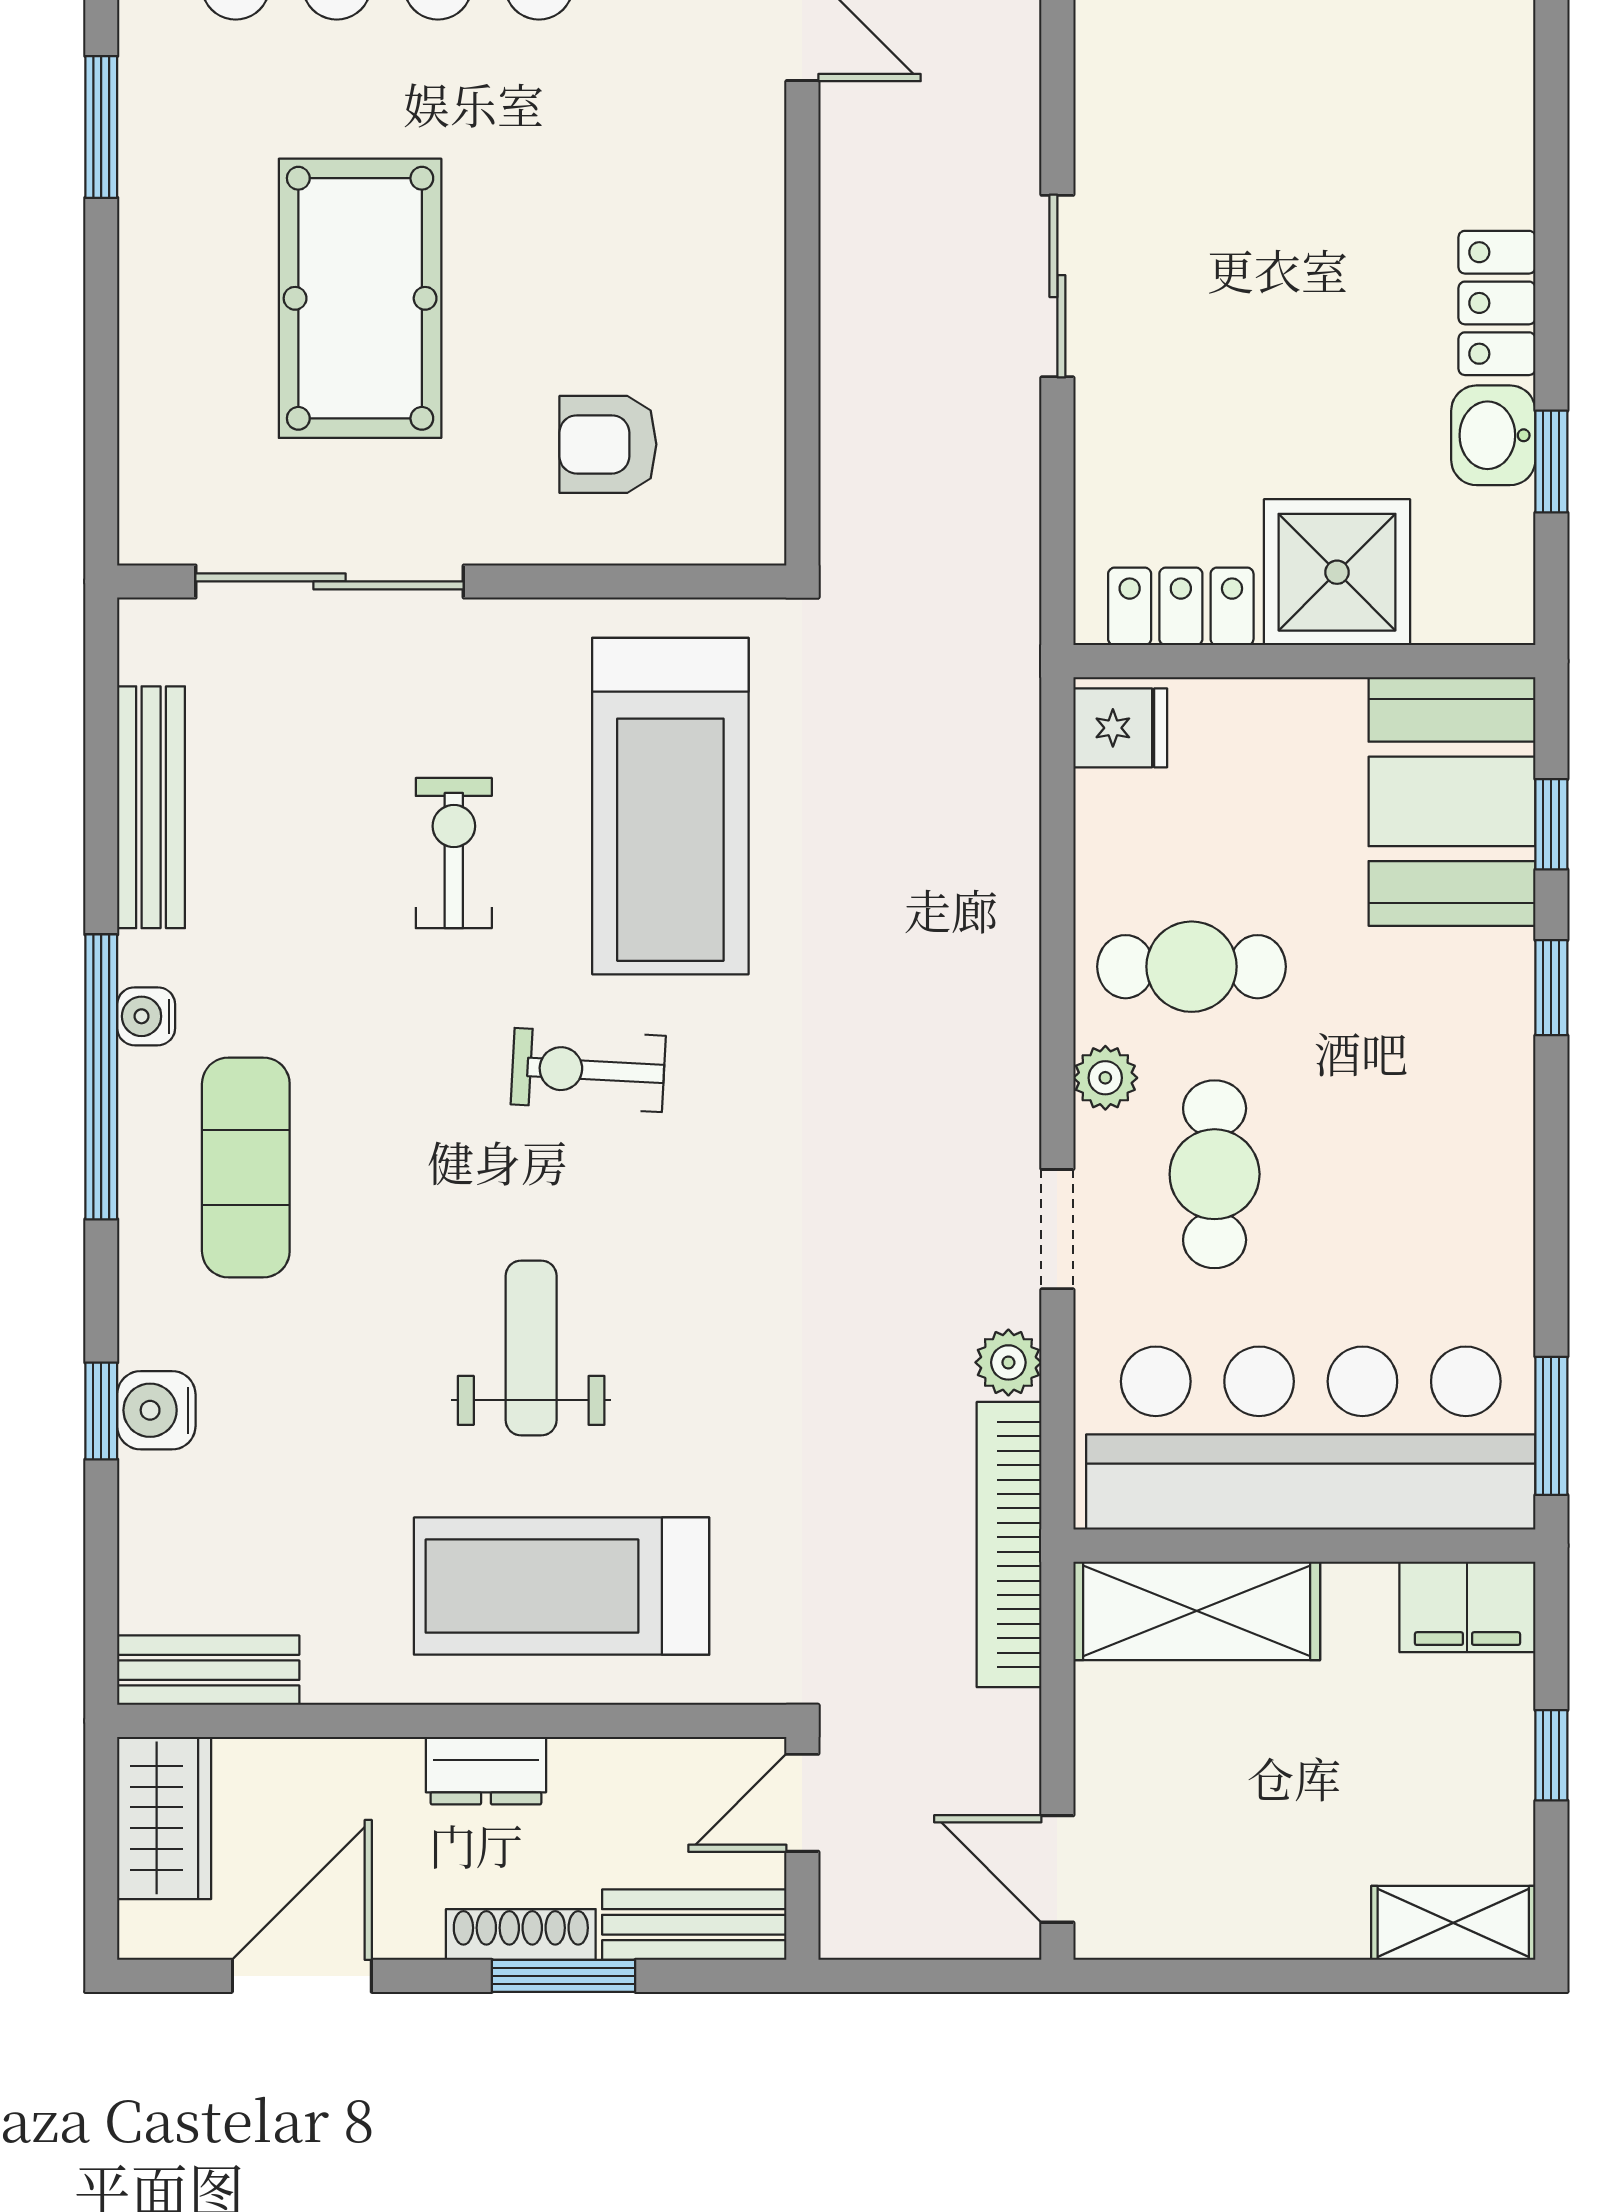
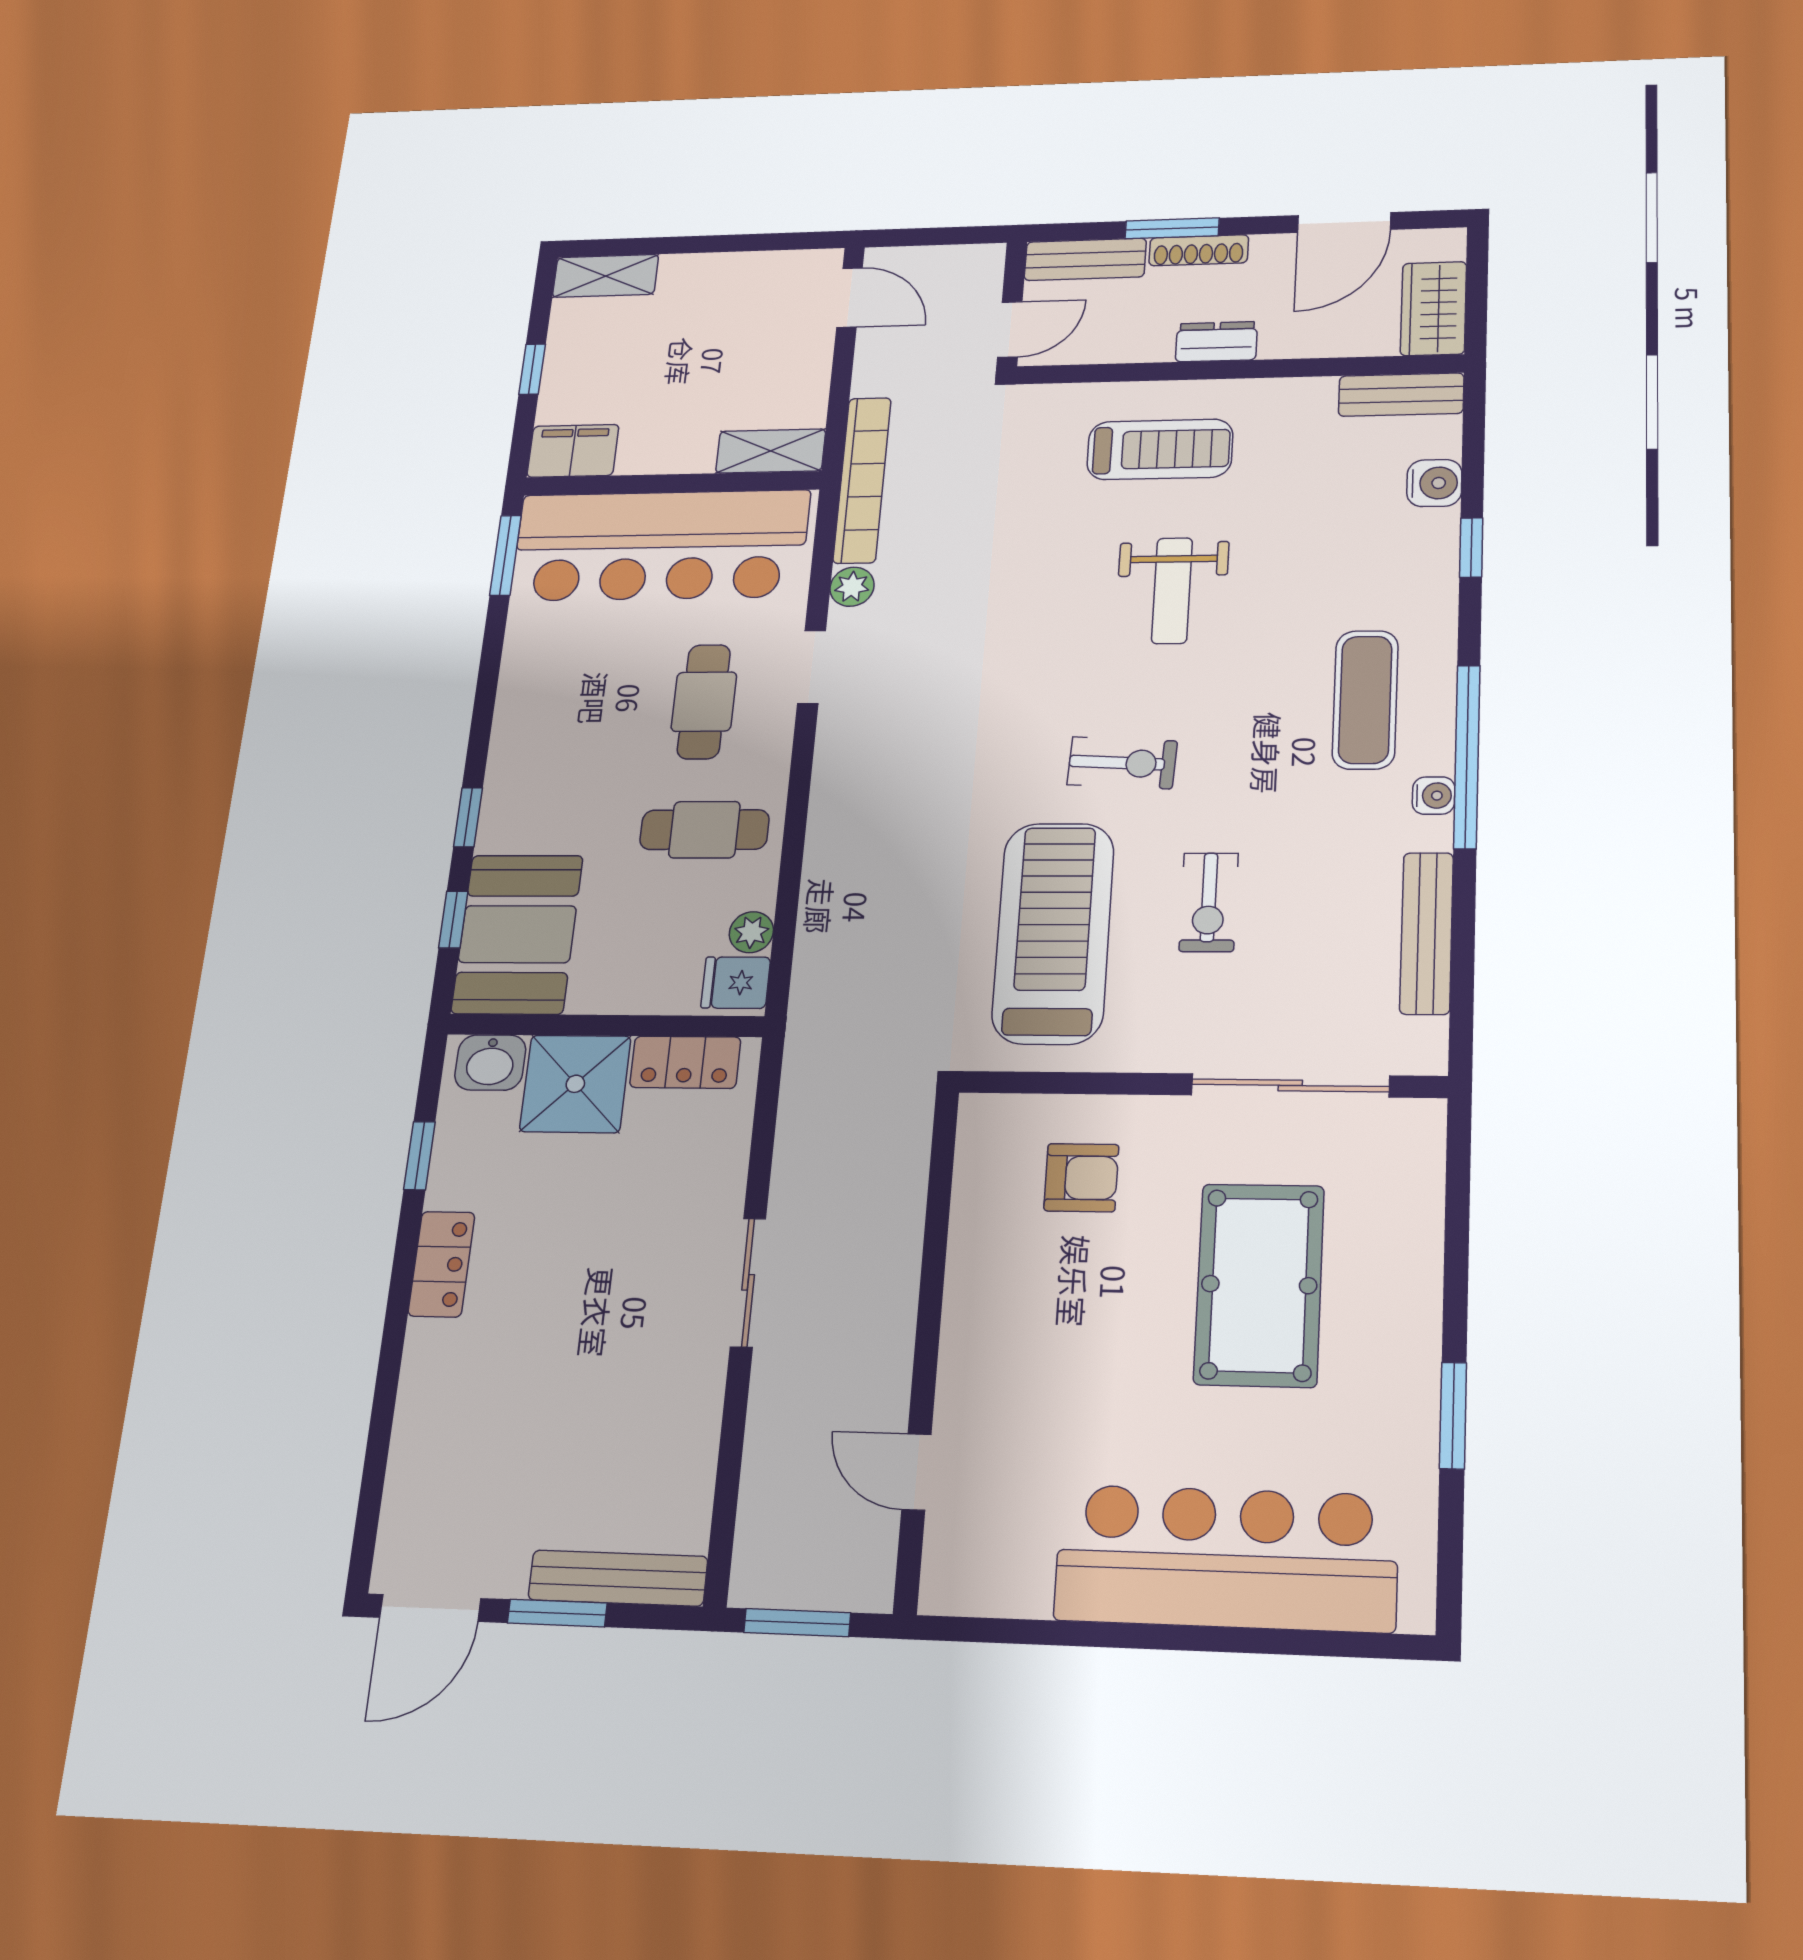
washbasin: (1493, 435) -> (490, 1063), moved, turned 90
plant: (1105, 1078) -> (751, 932), moved
water cooler: (156, 1410) -> (1434, 483), moved
treadmill: (562, 1586) -> (1160, 449), width x0.73, depth x0.73
shelving: (1197, 1611) -> (771, 451), width x0.67, depth x0.75

